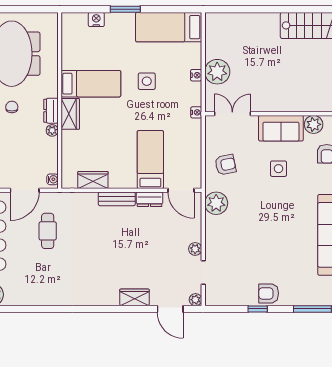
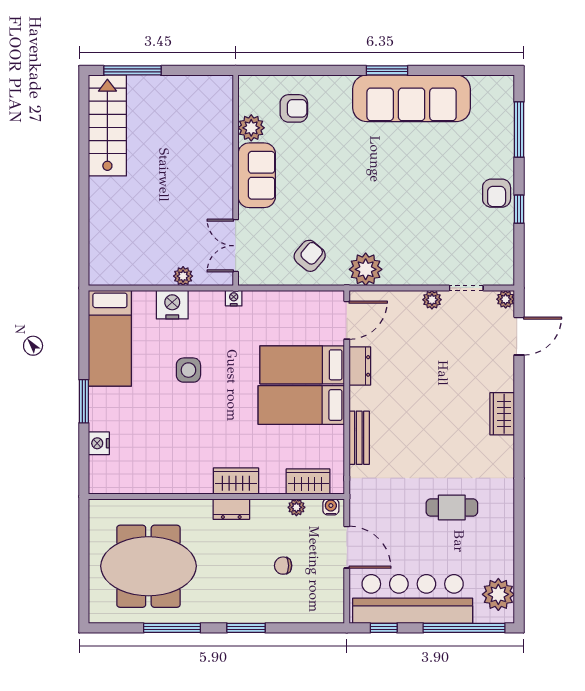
plant: (217, 72) -> (183, 276), width x0.53, depth x0.53
nightstand: (196, 75) -> (172, 305), width x1.89, depth x1.79
bed: (91, 84) -> (301, 405), moved, turned -90
chair: (12, 107) -> (283, 566), moved
plant: (52, 130) -> (296, 507), moved
armchair: (225, 165) -> (310, 256), turned 52
side table: (279, 169) -> (315, 179), removed
wardrobe: (93, 180) -> (308, 482), moved, turned 90
bench: (117, 199) -> (359, 438), moved
cafe table: (48, 231) -> (452, 508), moved
wardrobe: (134, 297) -> (502, 414), moved

